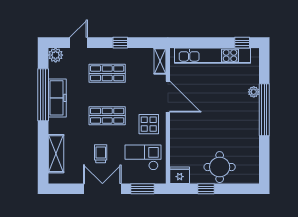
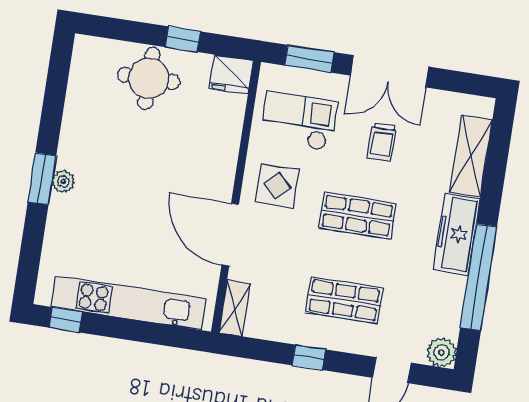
plant: (254, 92) -> (63, 181), moved
freezer: (57, 98) -> (457, 234), moved
window: (264, 110) -> (42, 179), width x0.47
checkout: (143, 157) -> (299, 121), turned 180

